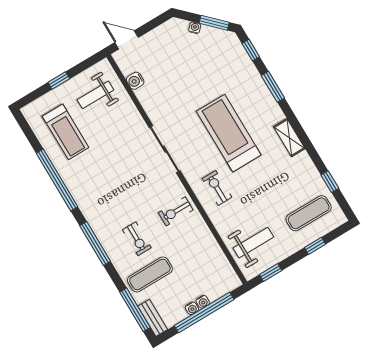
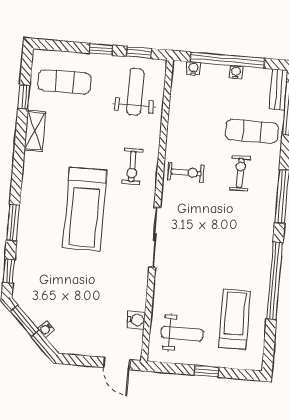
shelving: (289, 138) -> (35, 131), moved
weight bench: (253, 243) -> (135, 92), turned 90
window: (315, 246) -> (101, 49), moved
water cooler: (203, 302) -> (193, 68), moved

